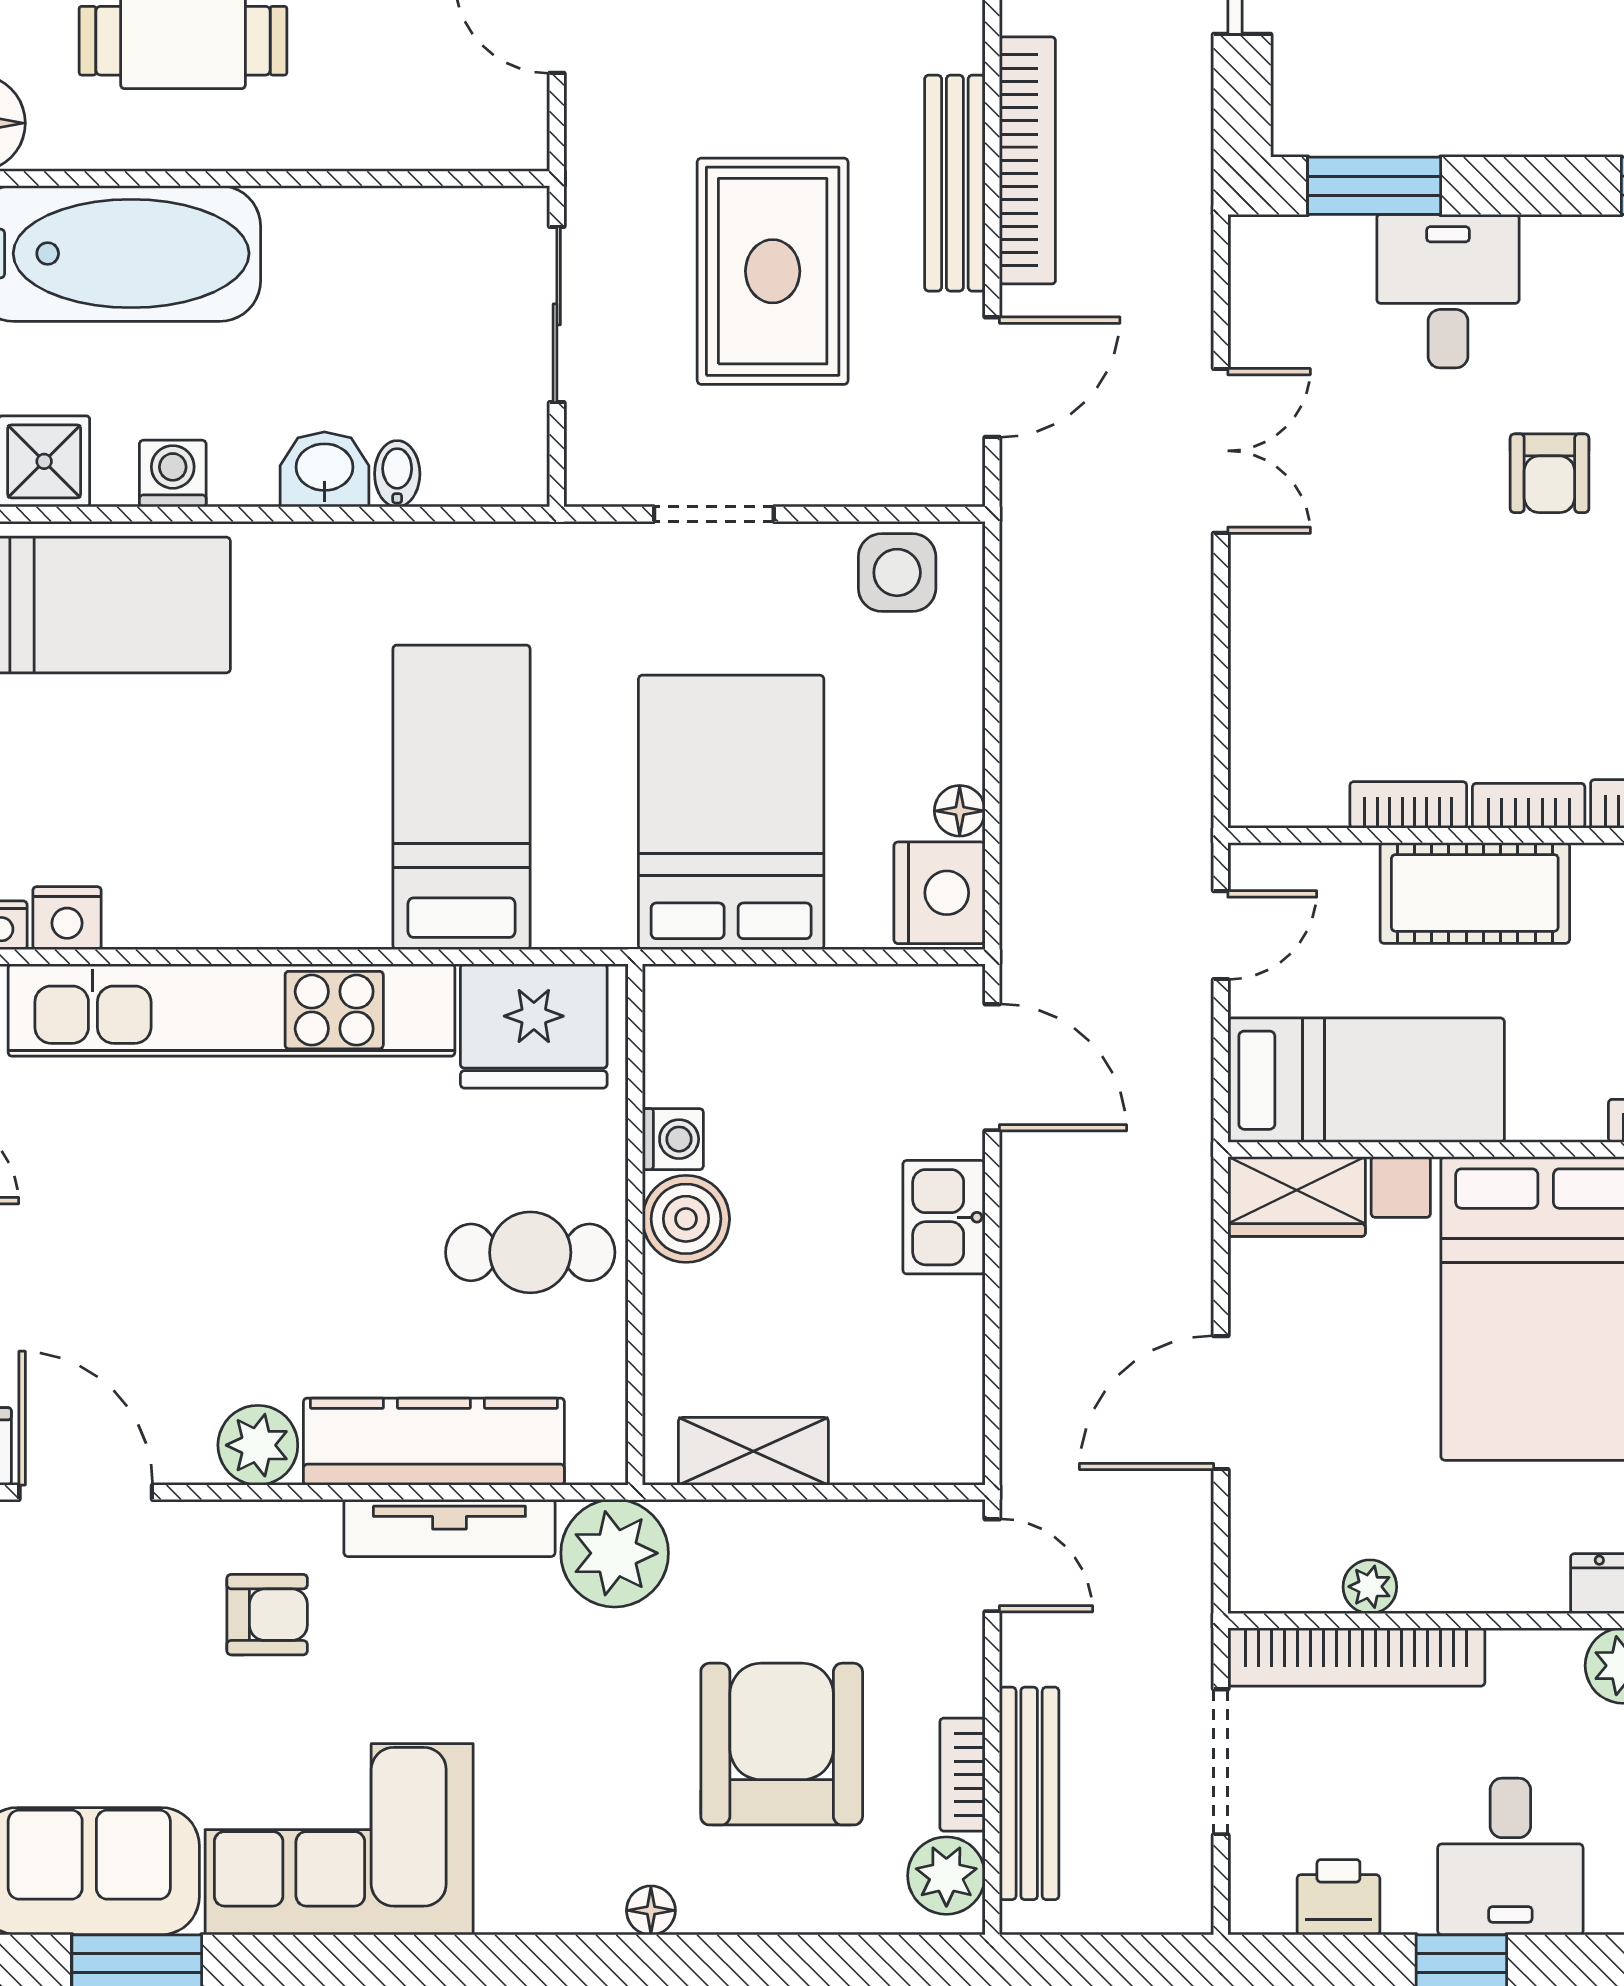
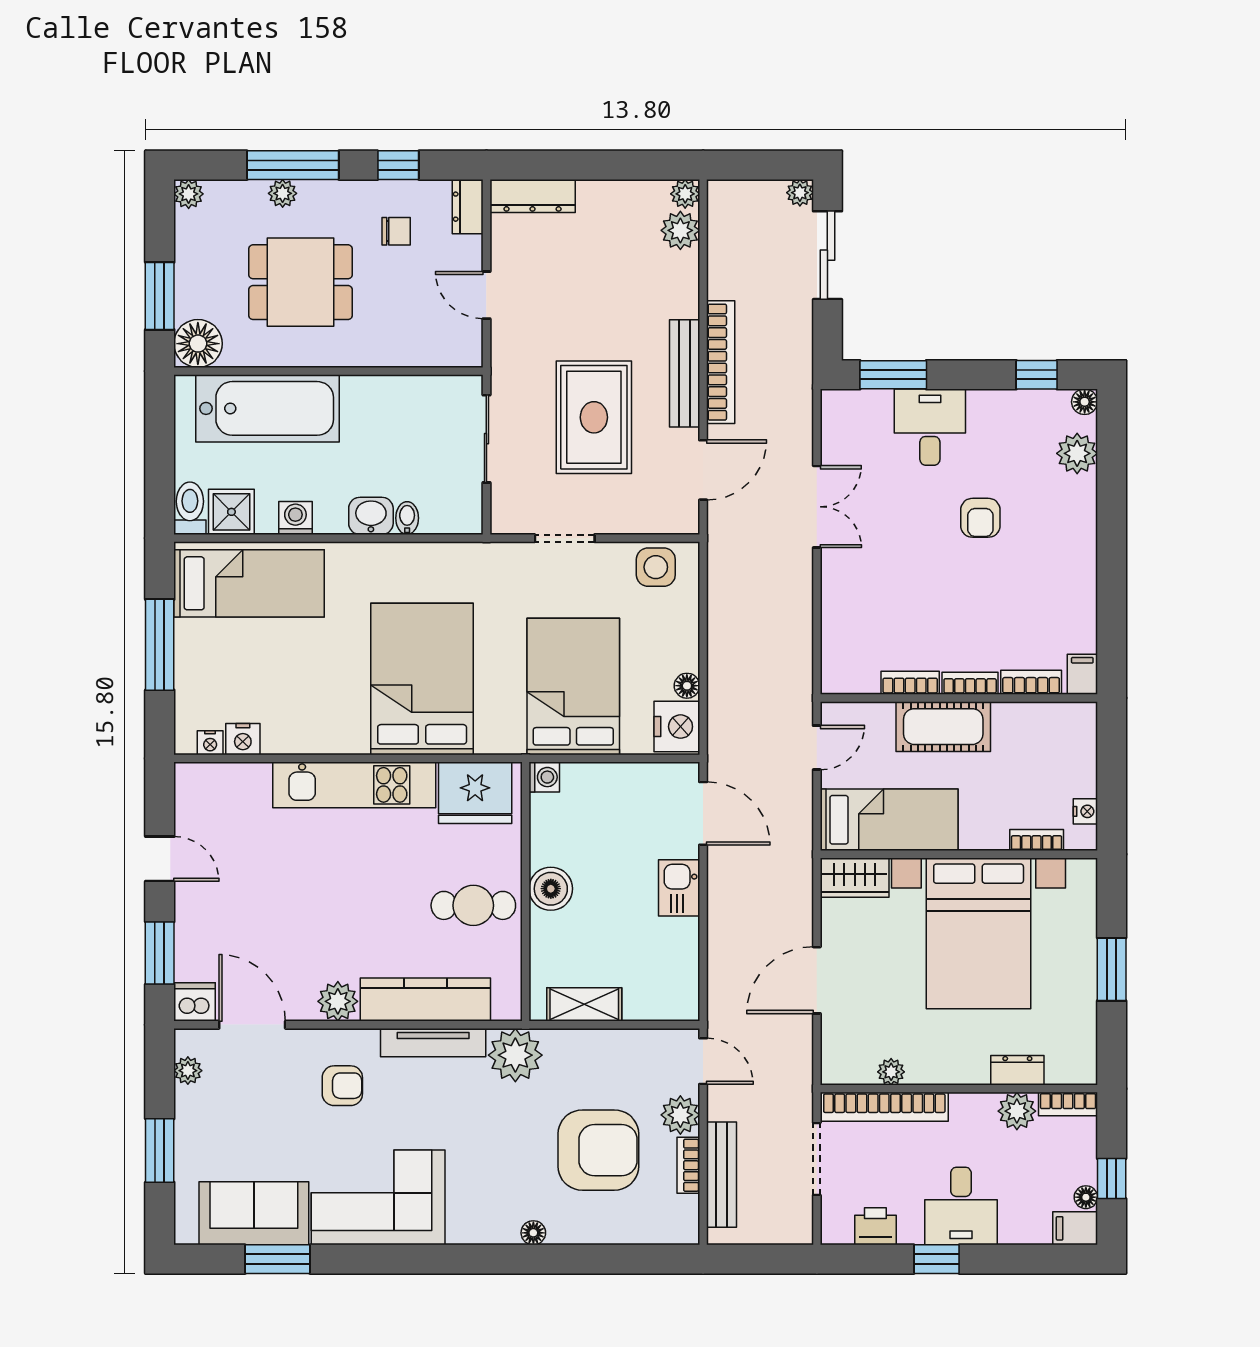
bed: (462, 797) -> (422, 679), width x1.50
kitchen unit: (231, 1010) -> (354, 785), width x0.73
washing machine: (673, 1139) -> (544, 777), moved
armchair: (782, 1744) -> (598, 1150), turned 90
plant: (946, 1876) -> (680, 1115), moved

